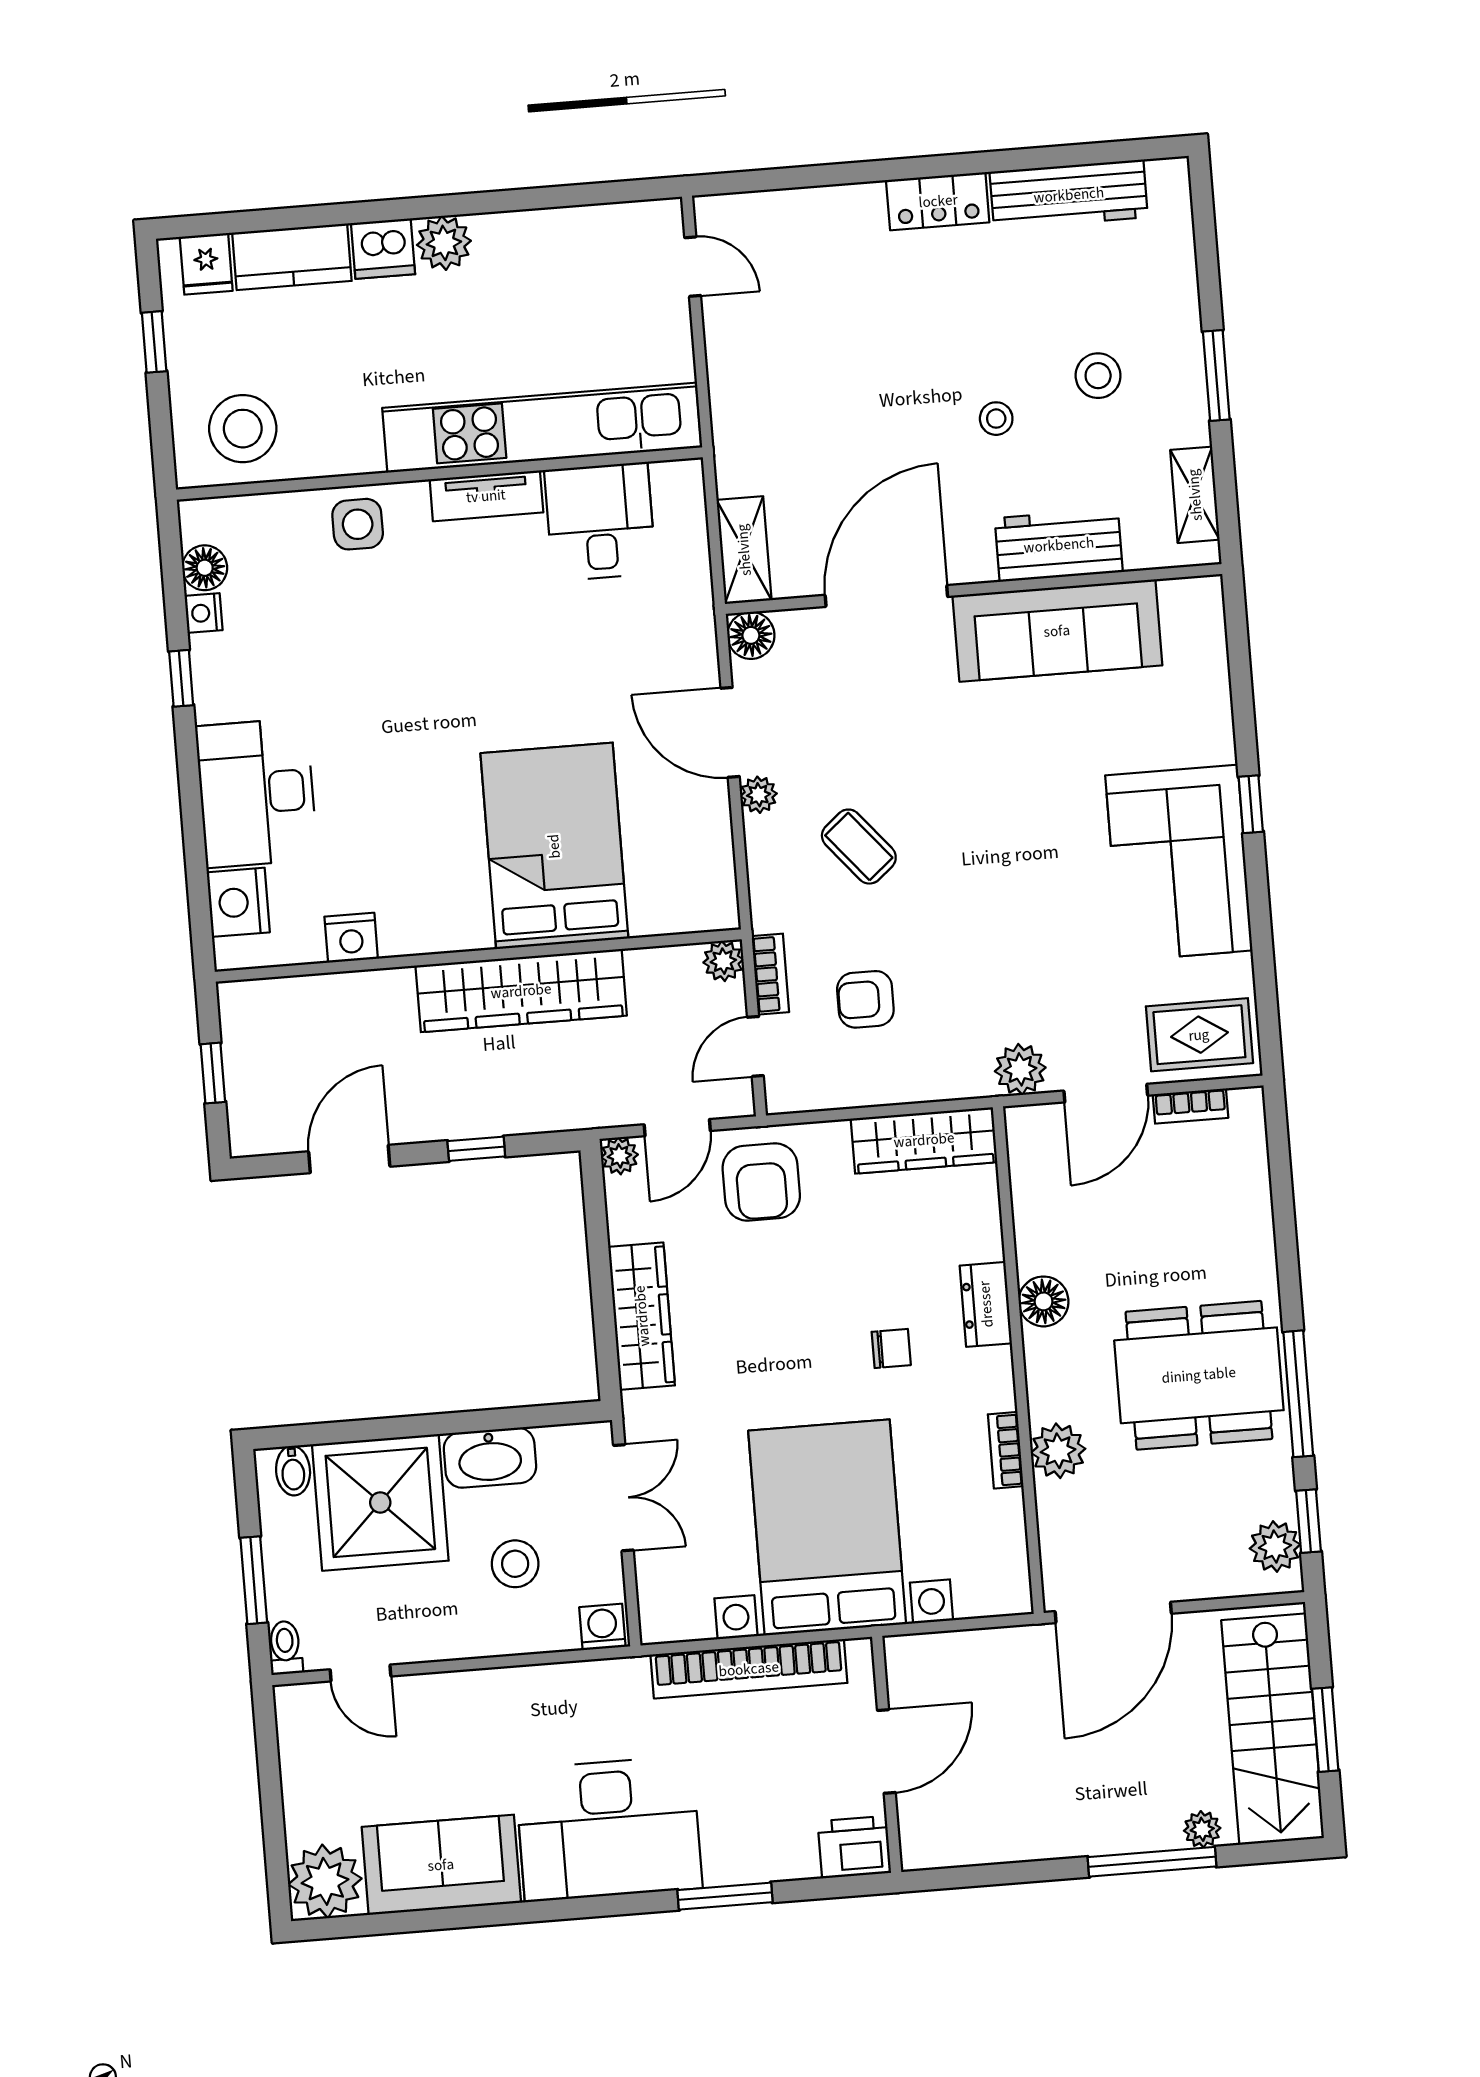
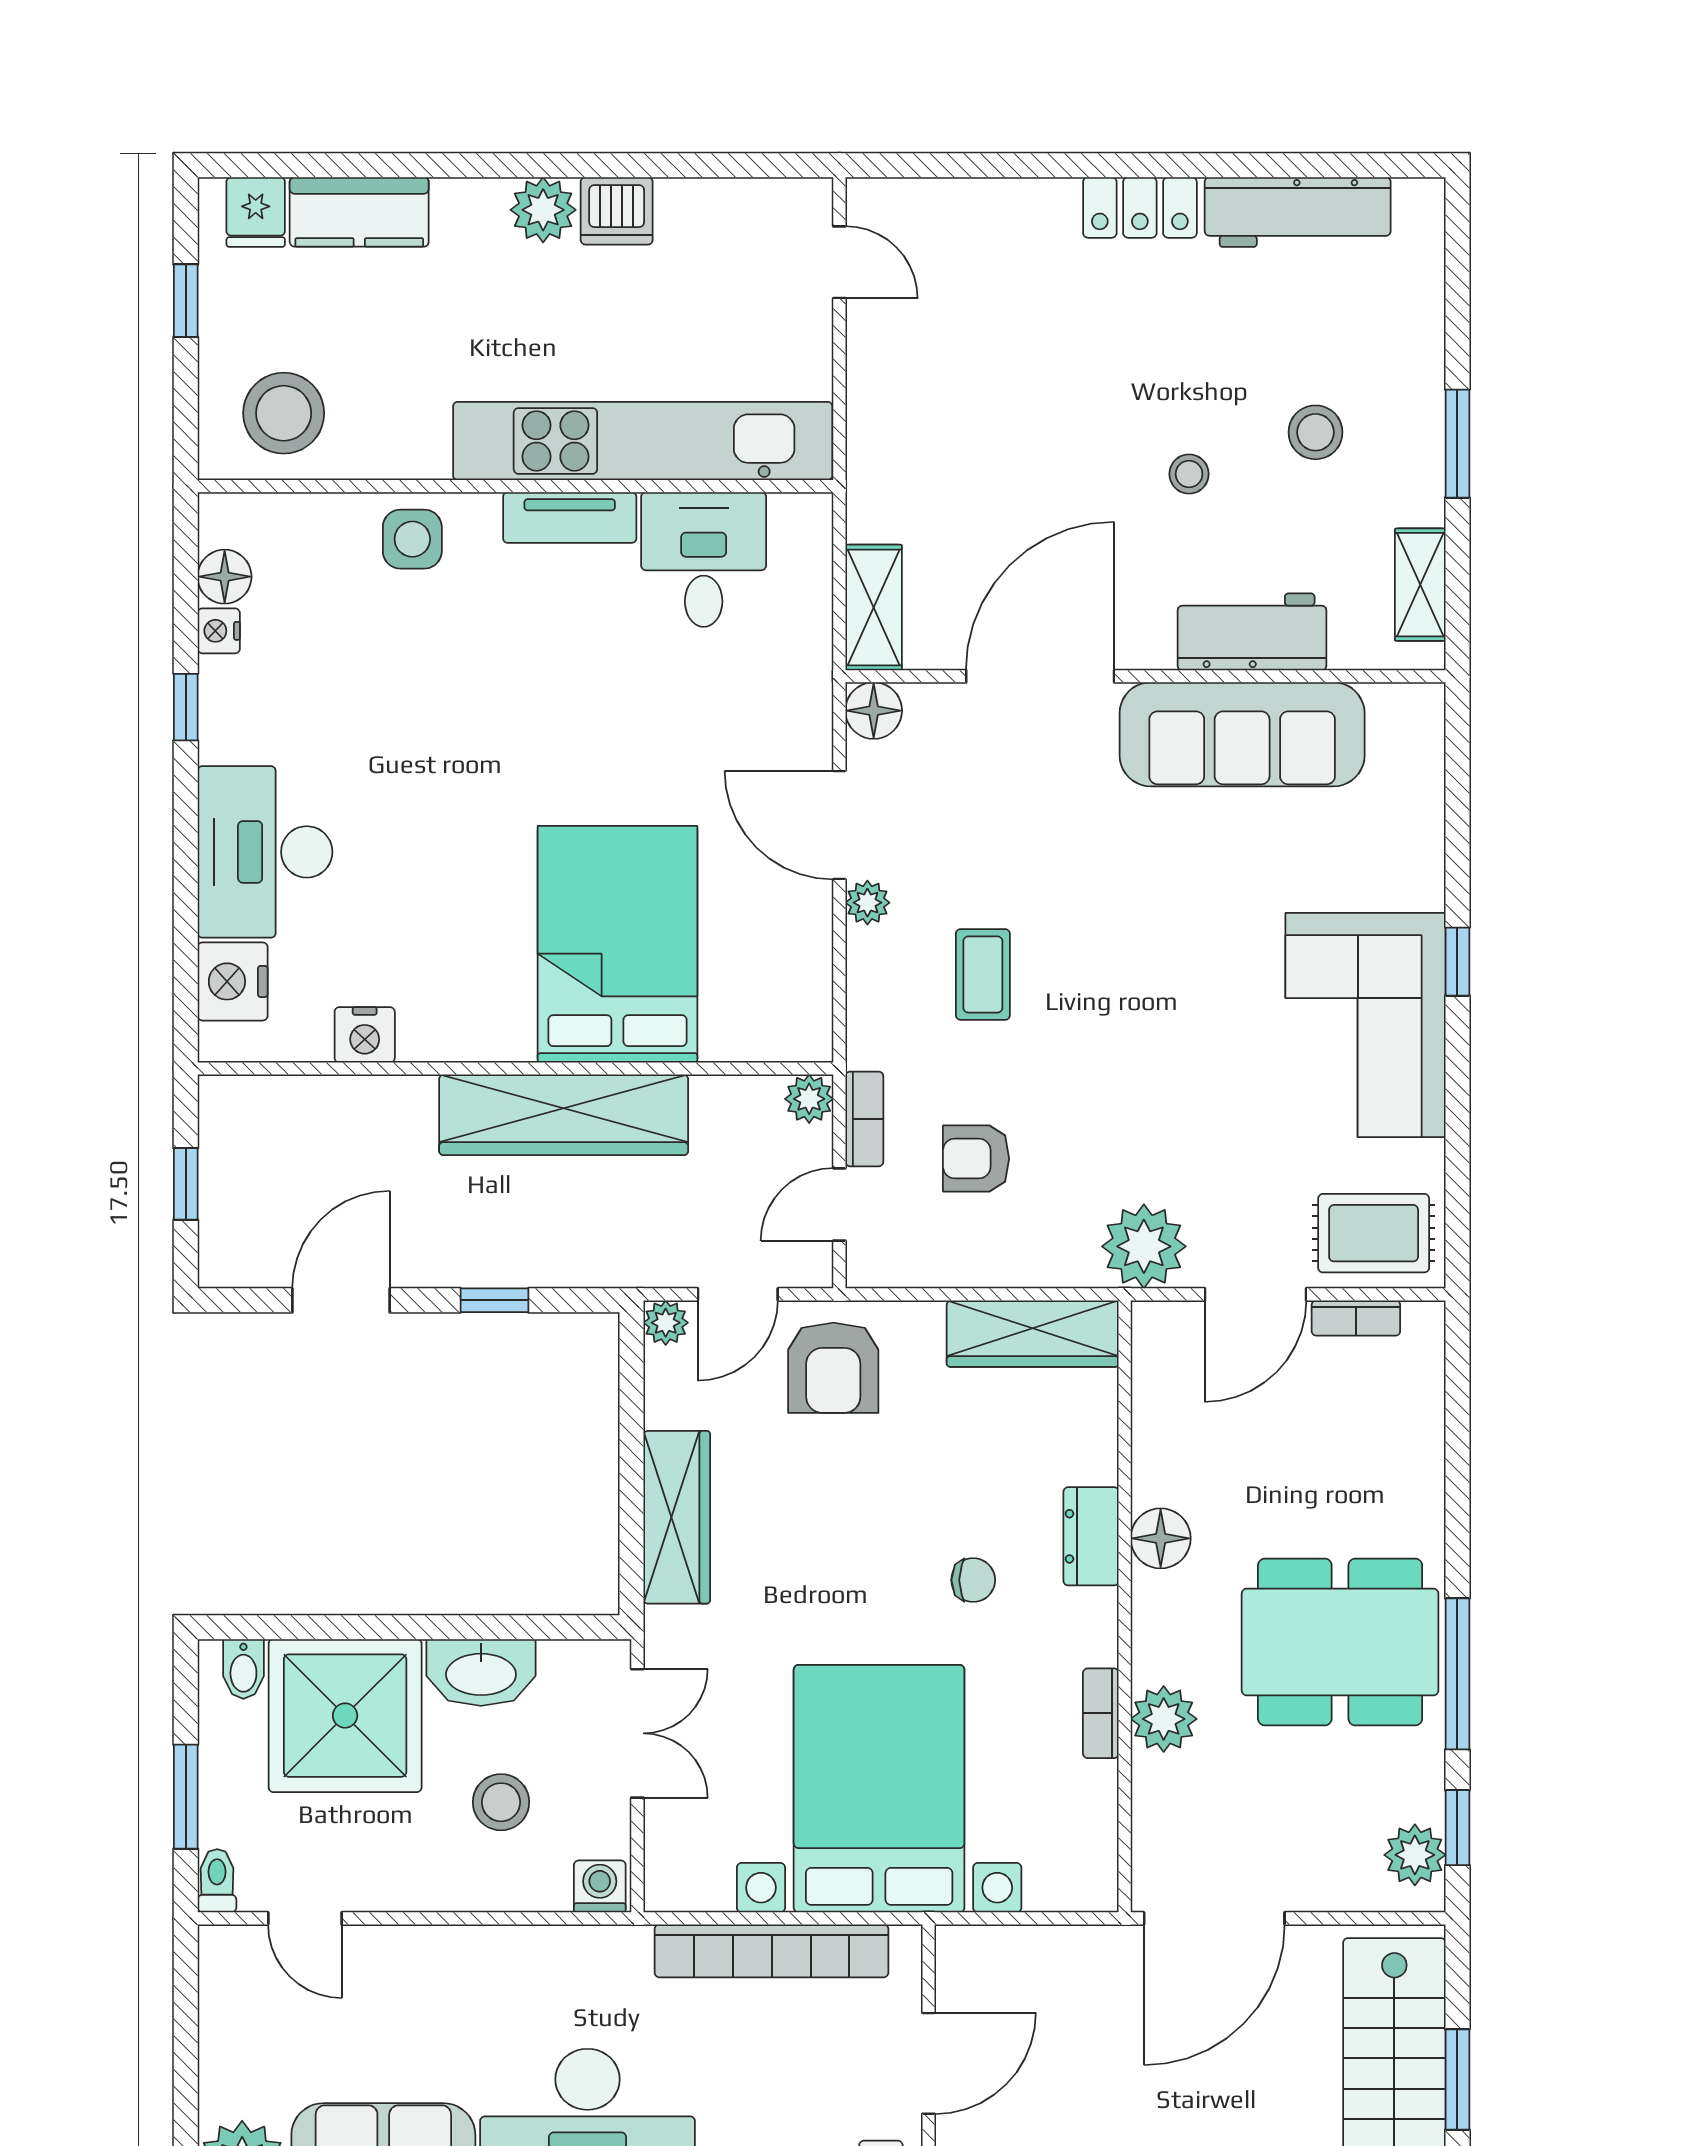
dishwasher: (383, 249) -> (617, 211), moved
coffee table: (859, 847) -> (983, 974), turned 40
plant: (1020, 1069) -> (1144, 1246), width x1.36, depth x1.36

